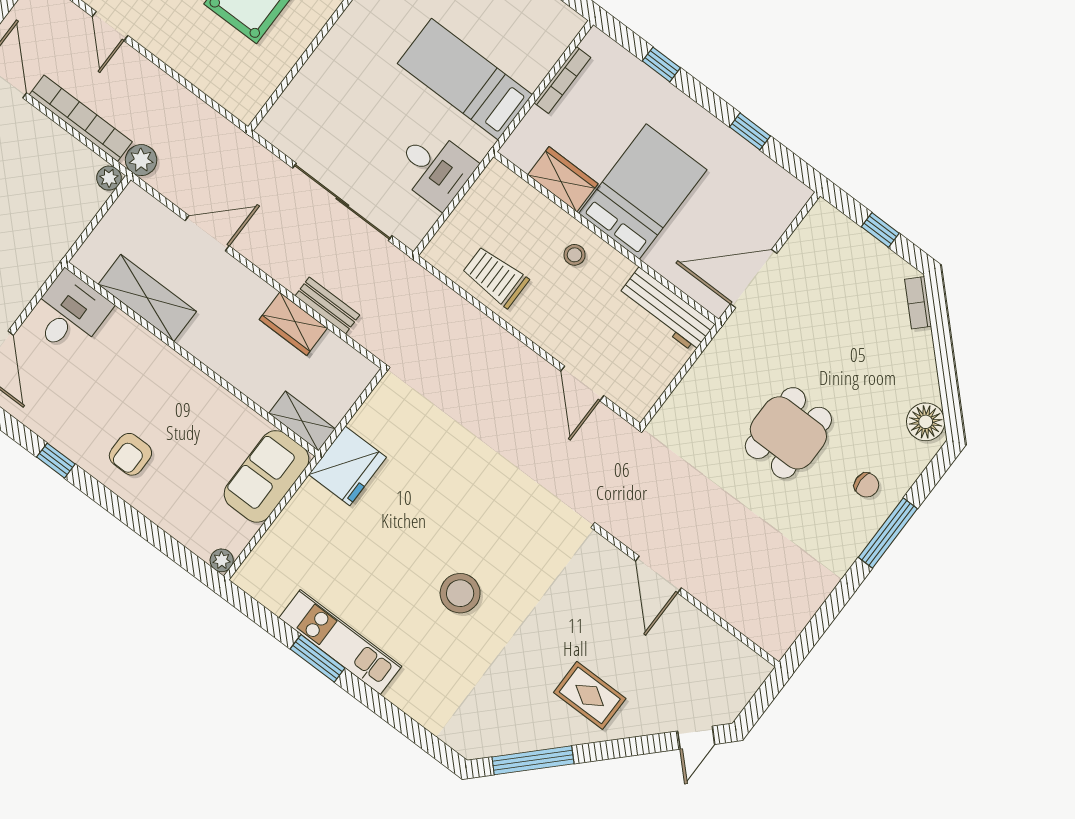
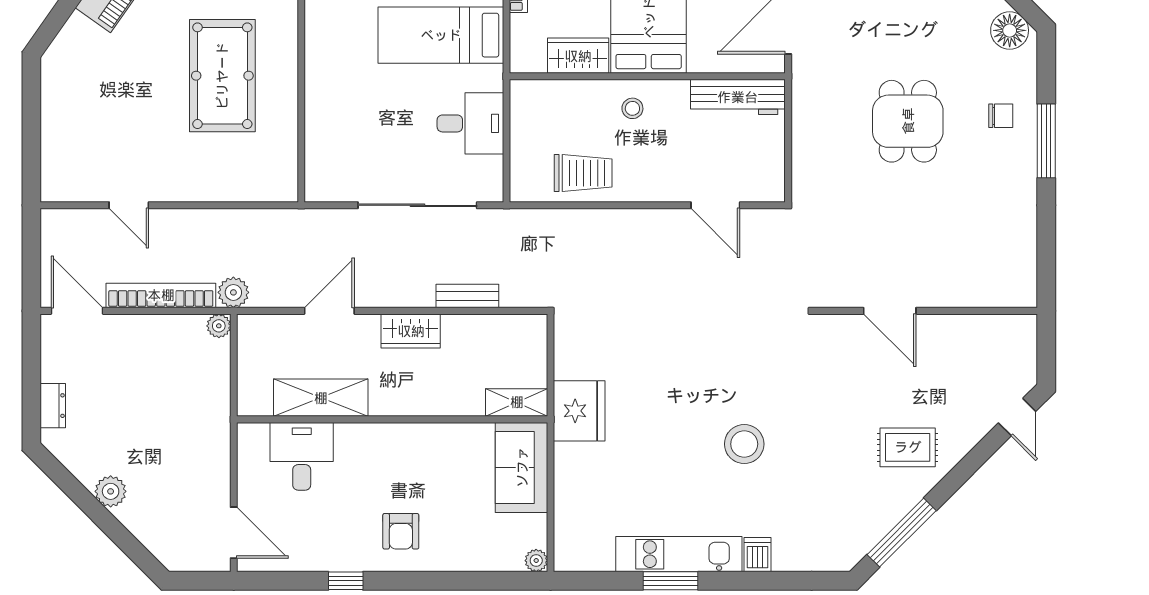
trolley: (495, 277) -> (583, 173), turned 180
desk: (69, 313) -> (302, 456), moved
wardrobe: (293, 324) -> (411, 331), moved
dishwasher: (403, 690) -> (758, 555), added

